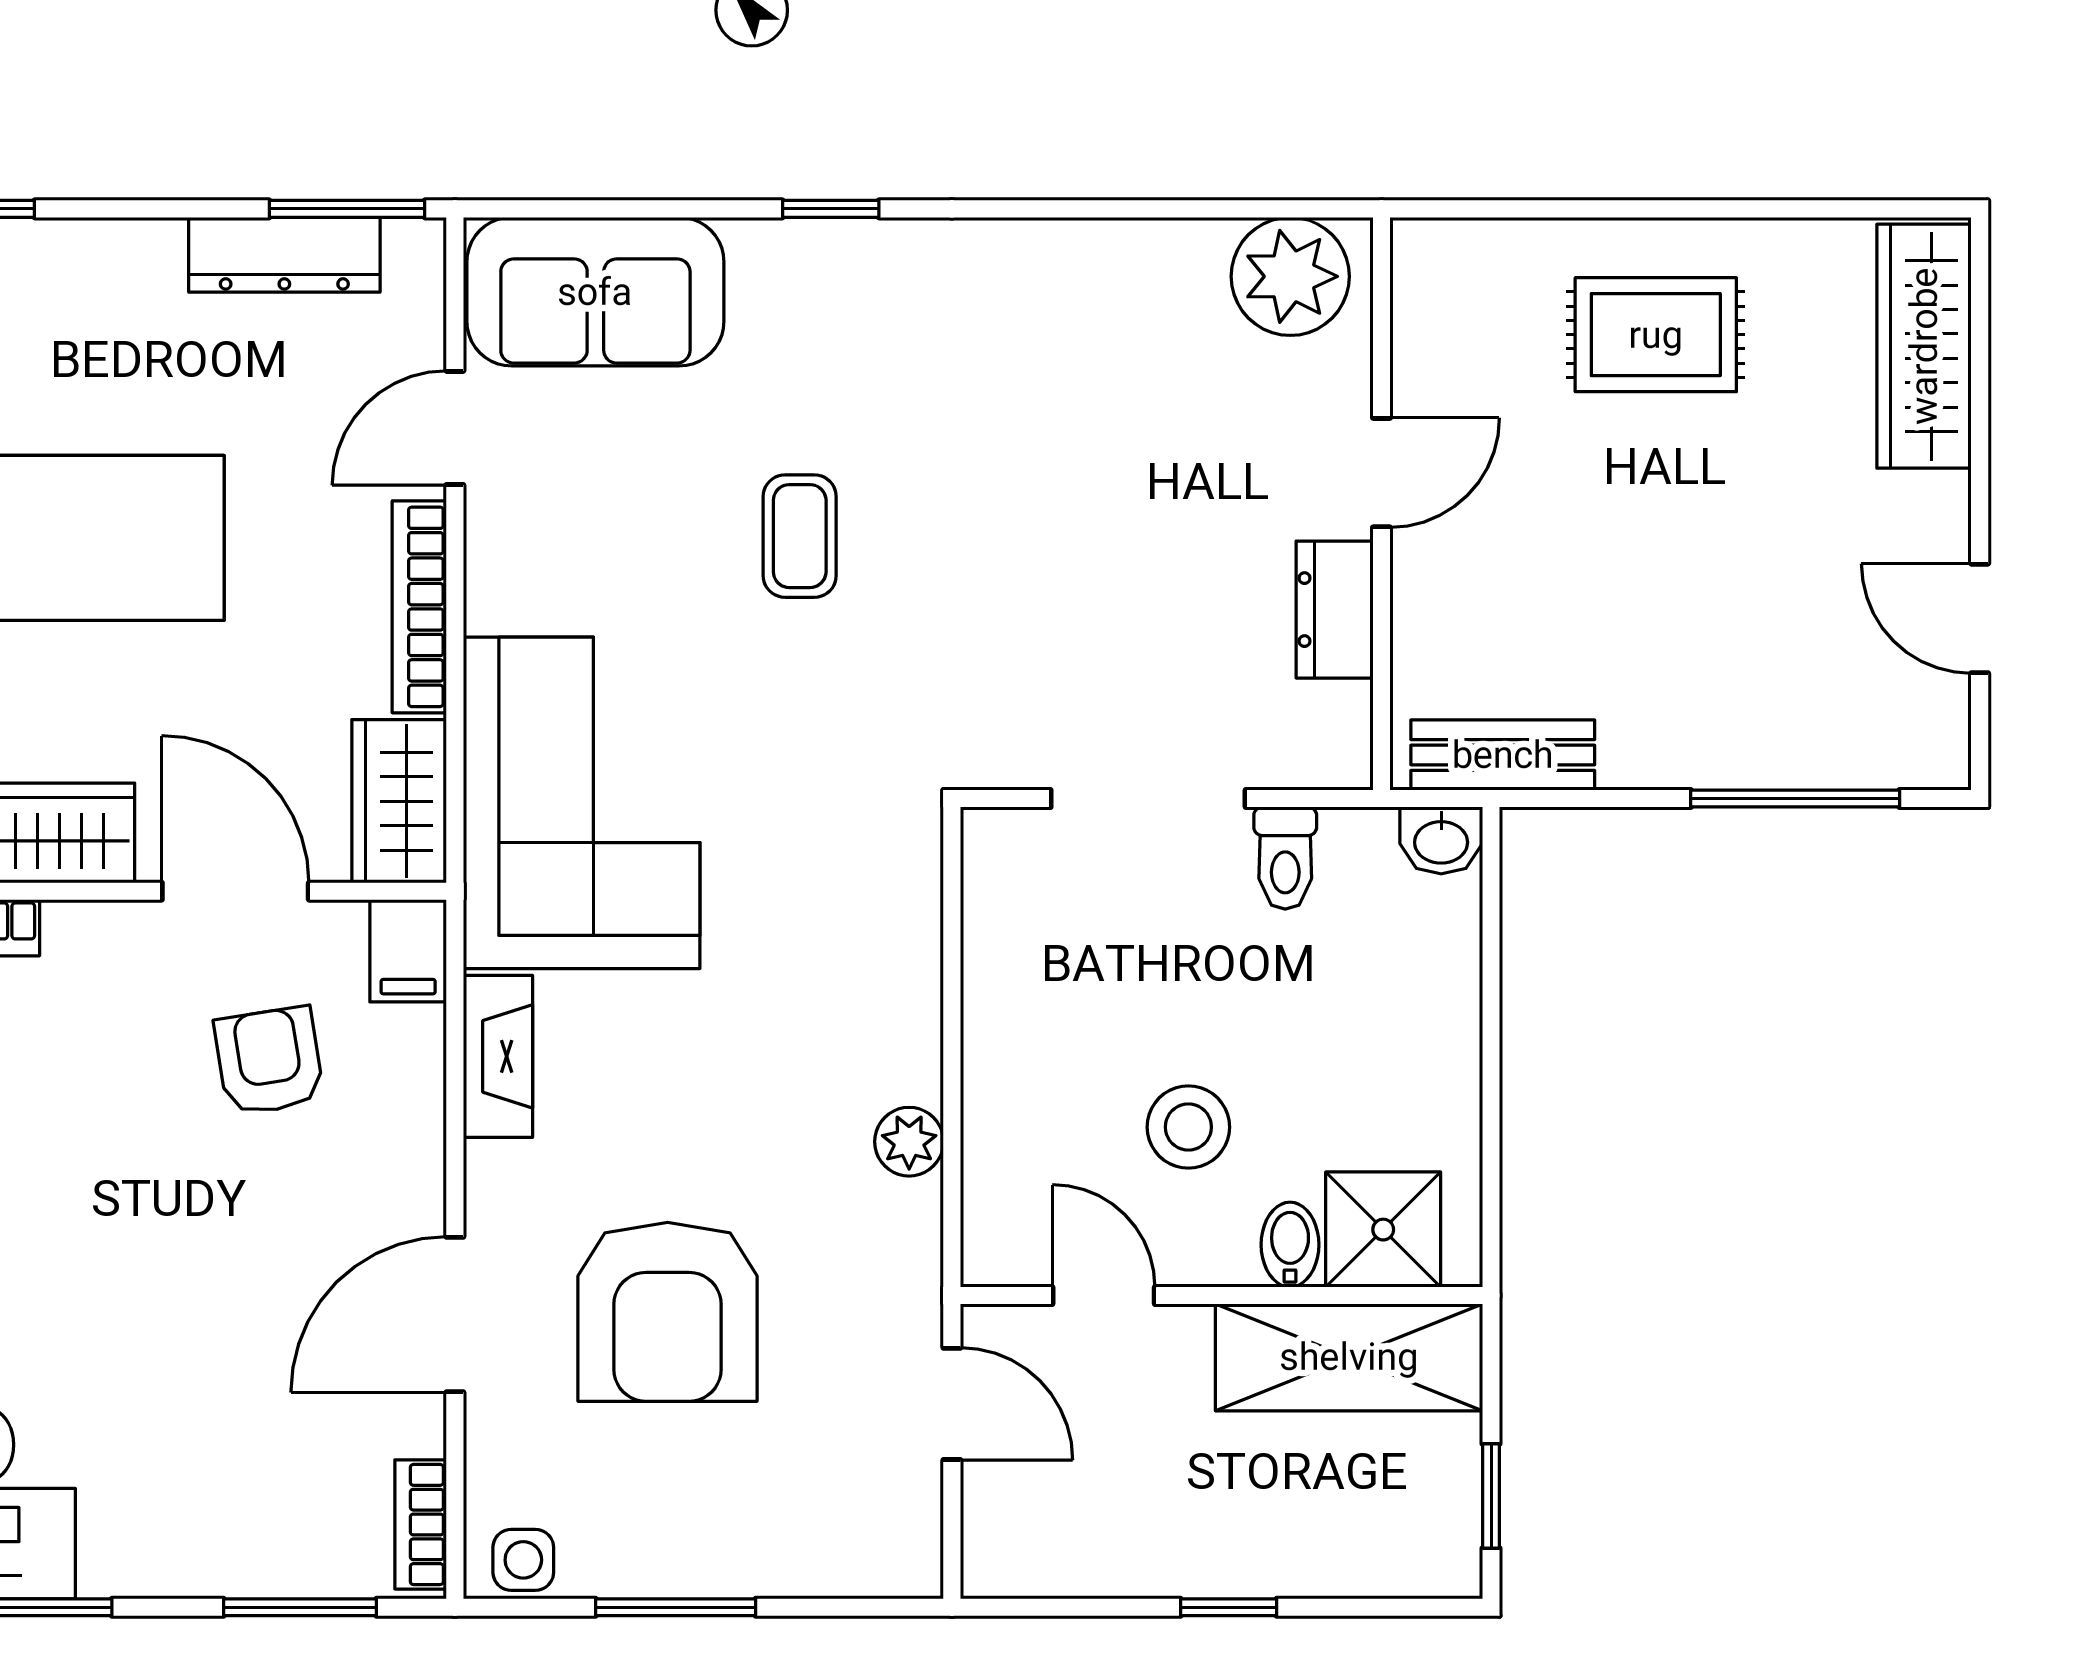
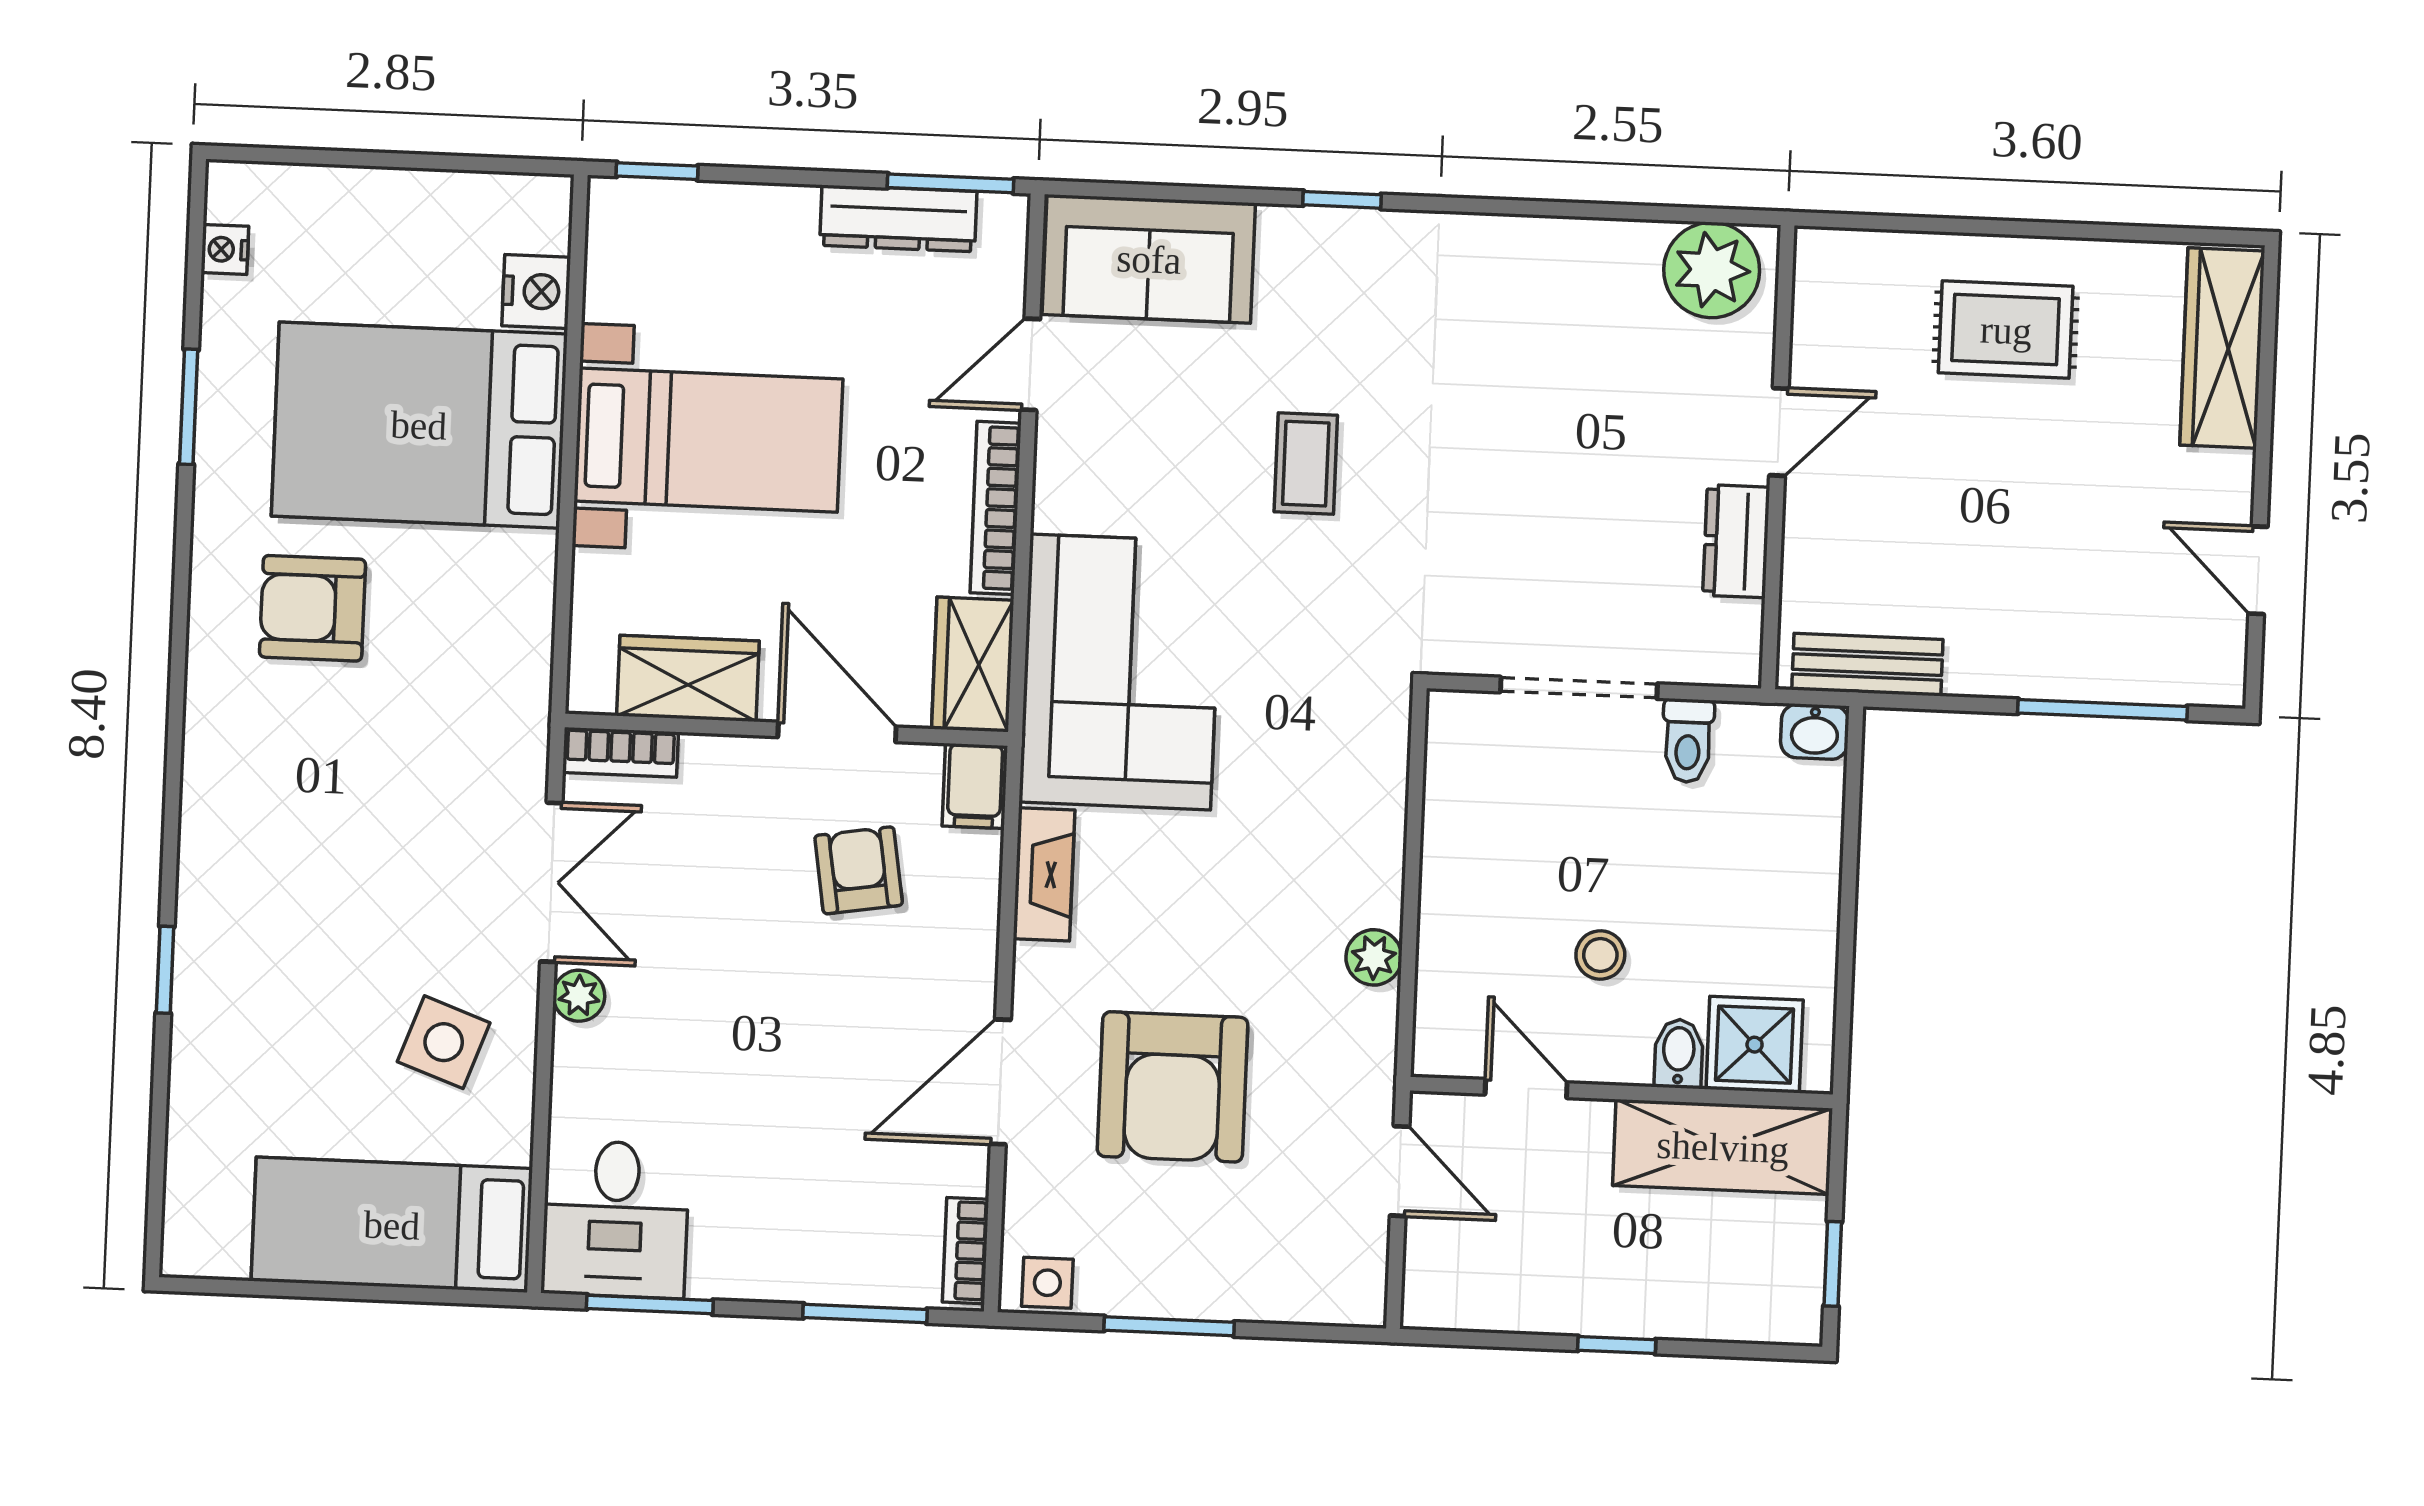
stool: (1188, 1127) -> (1600, 955), width x0.73, depth x0.73

